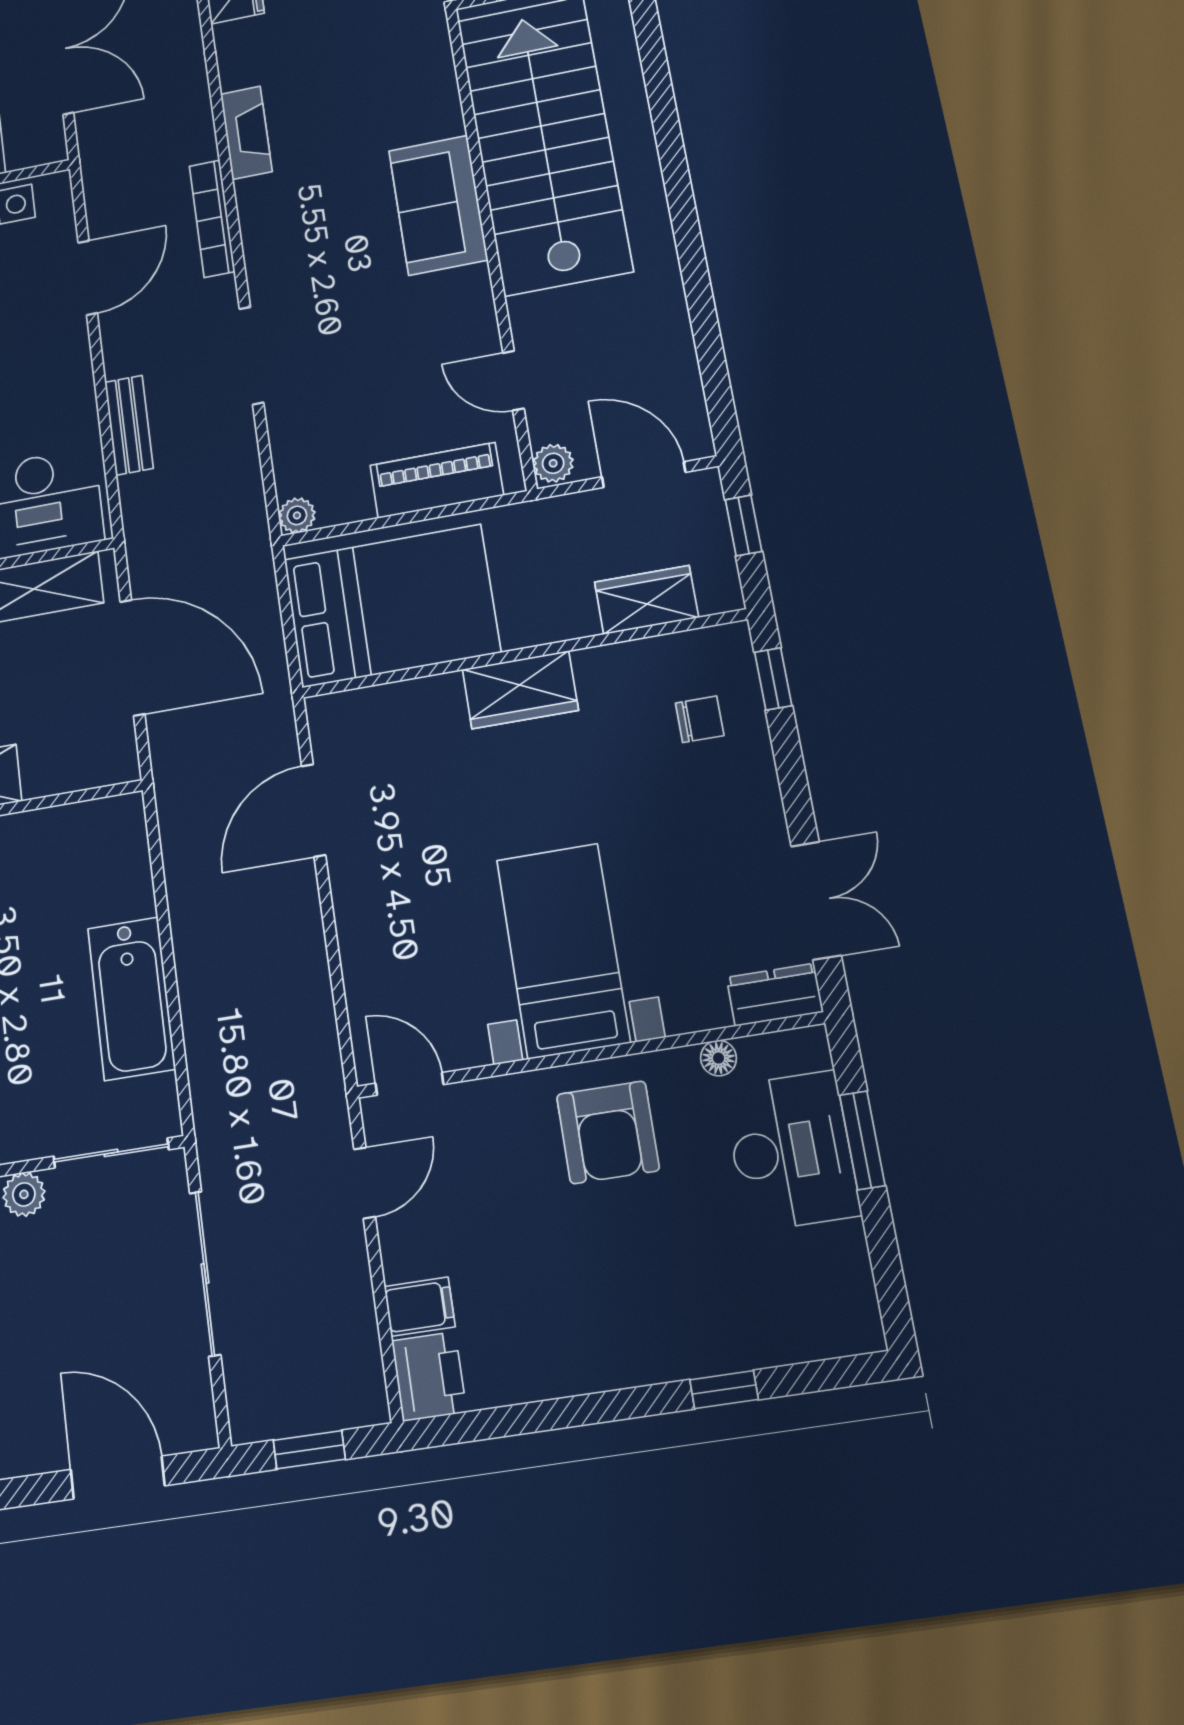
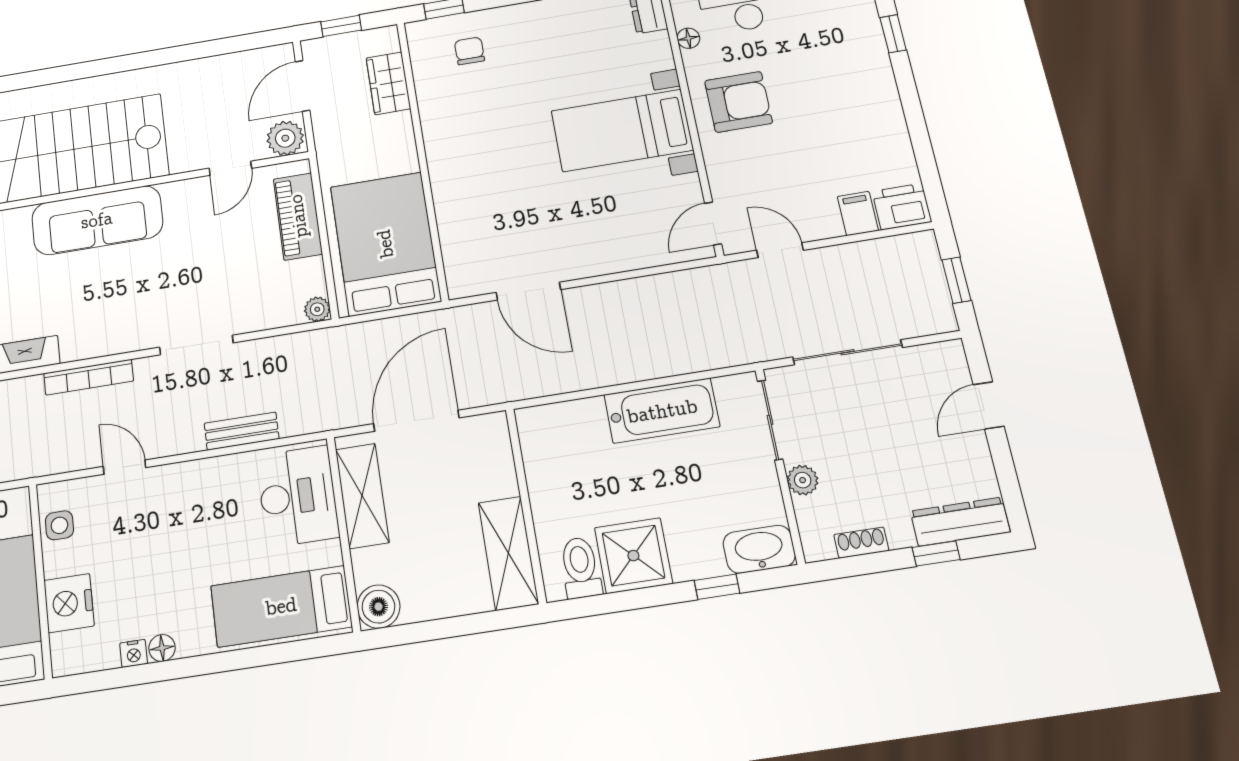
sofa: (438, 205) -> (97, 220), width x1.36
door: (88, 278) -> (124, 467), width x0.73
plant: (553, 463) -> (285, 138), width x1.38, depth x1.38
wardrobe: (520, 690) -> (447, 160), removed
door: (118, 1478) -> (989, 405), width x0.73

